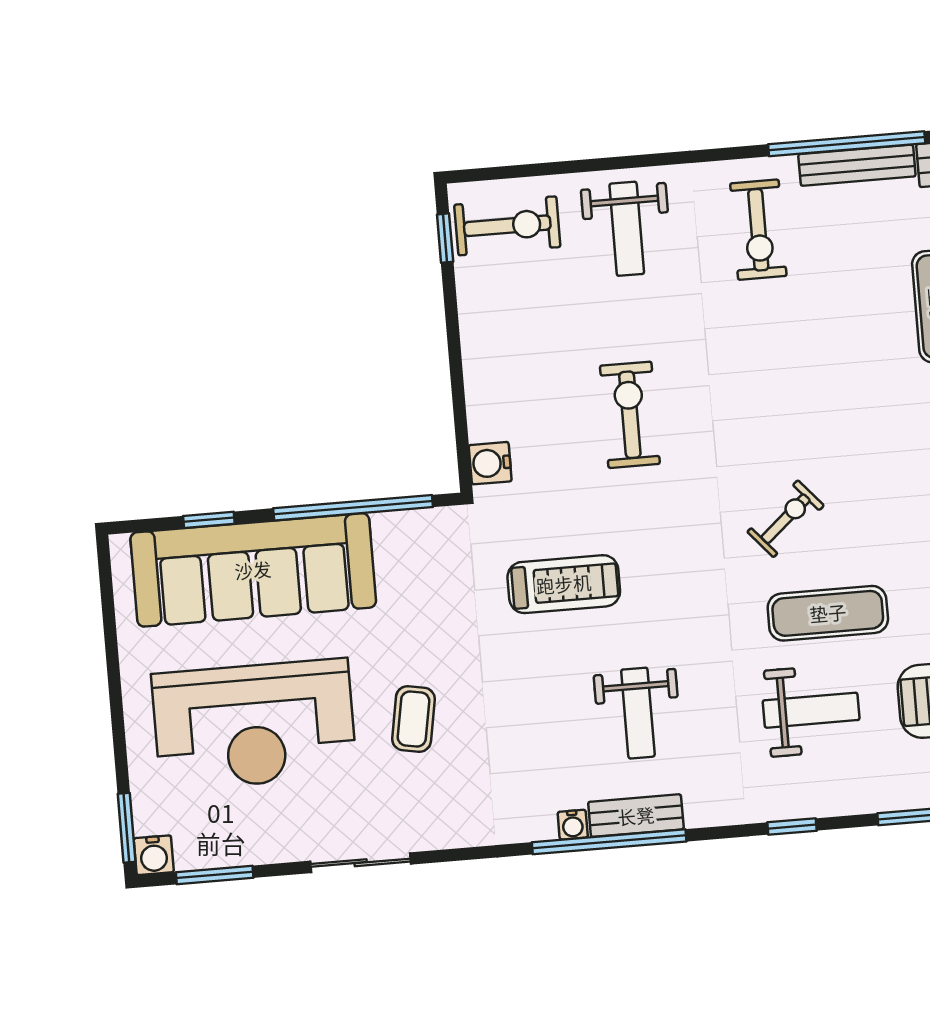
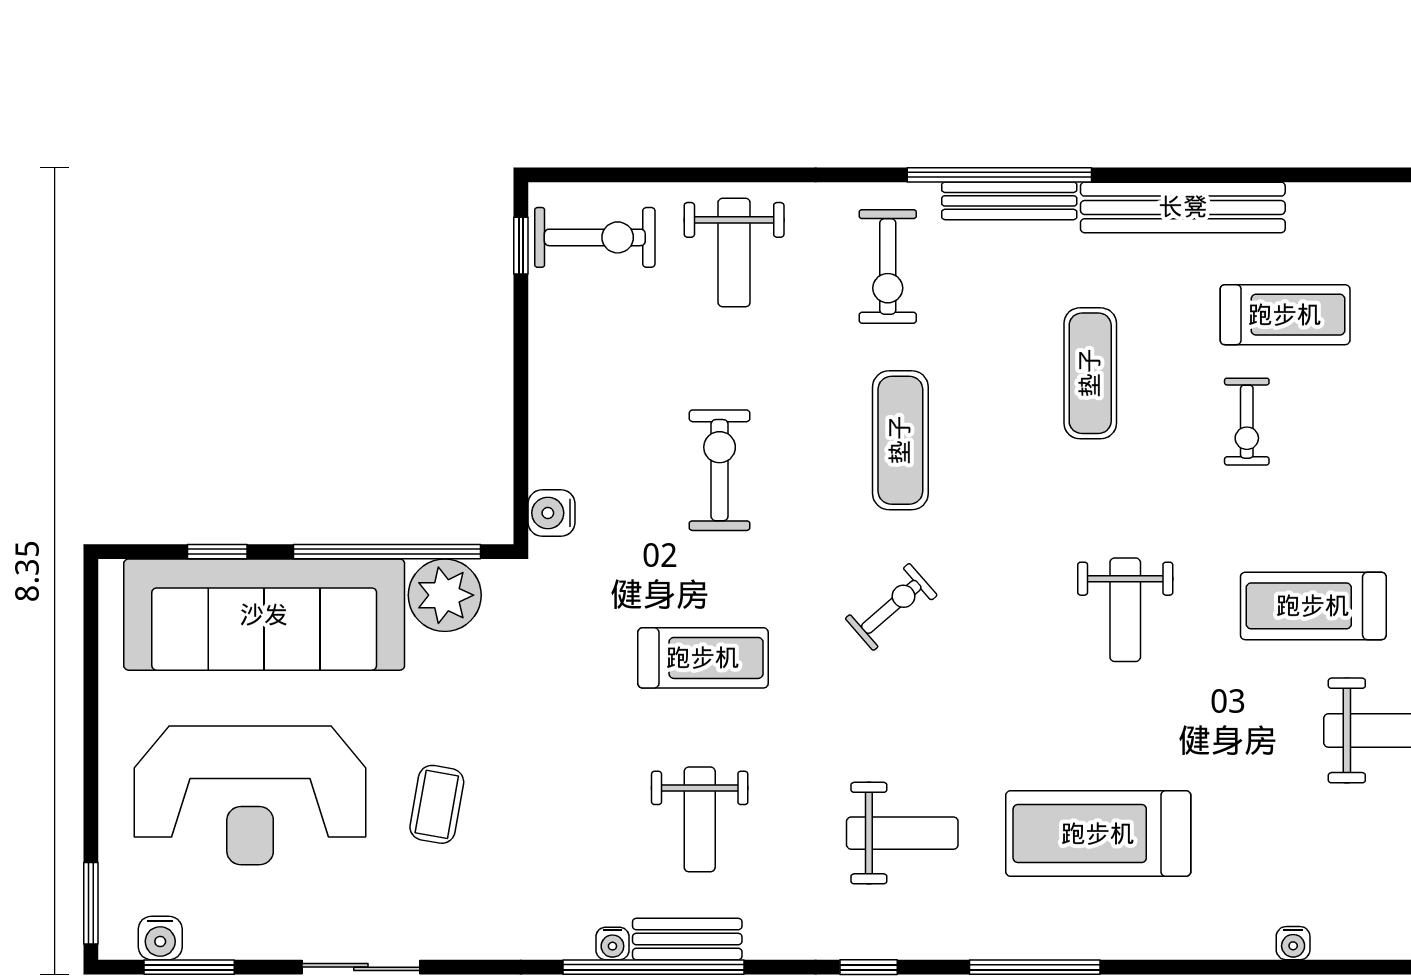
plant: (405, 541) -> (445, 595), added
treadmill: (564, 584) -> (703, 658), moved
exercise mat: (828, 613) -> (900, 440), moved, turned 90
water cooler: (154, 855) -> (160, 938), moved

